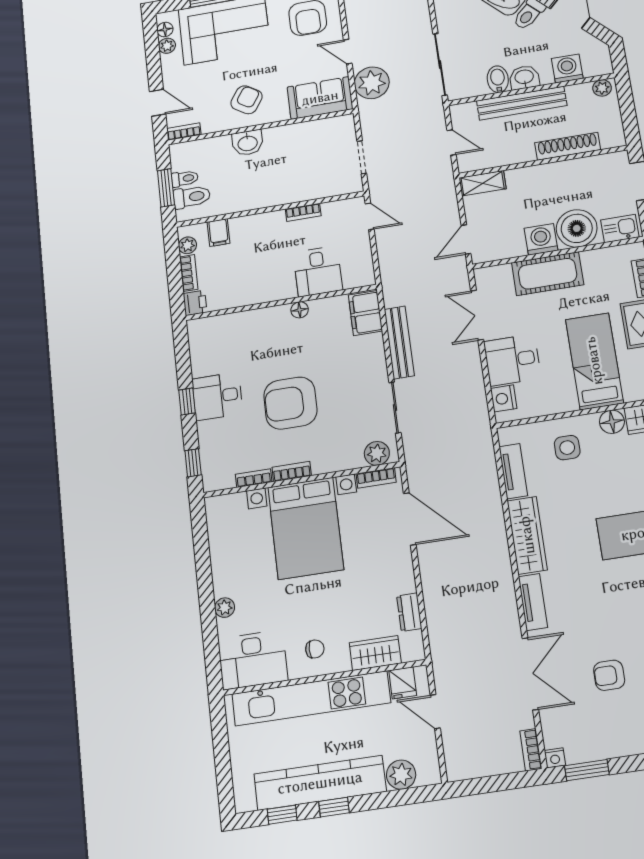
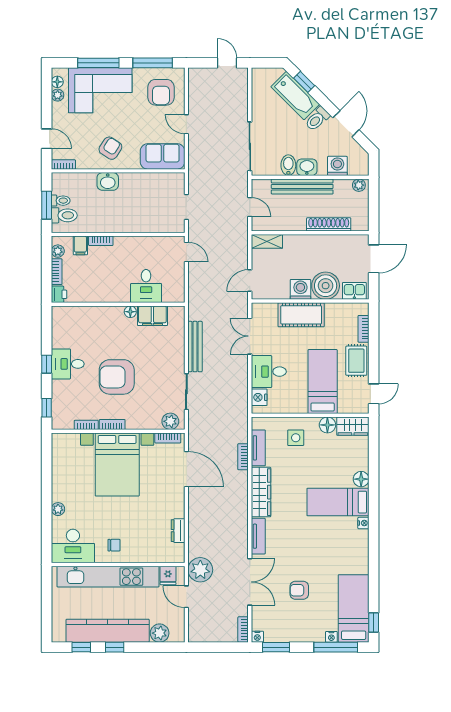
plant: (372, 83) -> (200, 570), moved
bookcase: (303, 212) -> (101, 241), moved
filing cabinet: (365, 313) -> (152, 316), moved, turned -90
bookcase: (492, 488) -> (243, 457), added
wardrobe: (375, 653) -> (153, 554), removed

